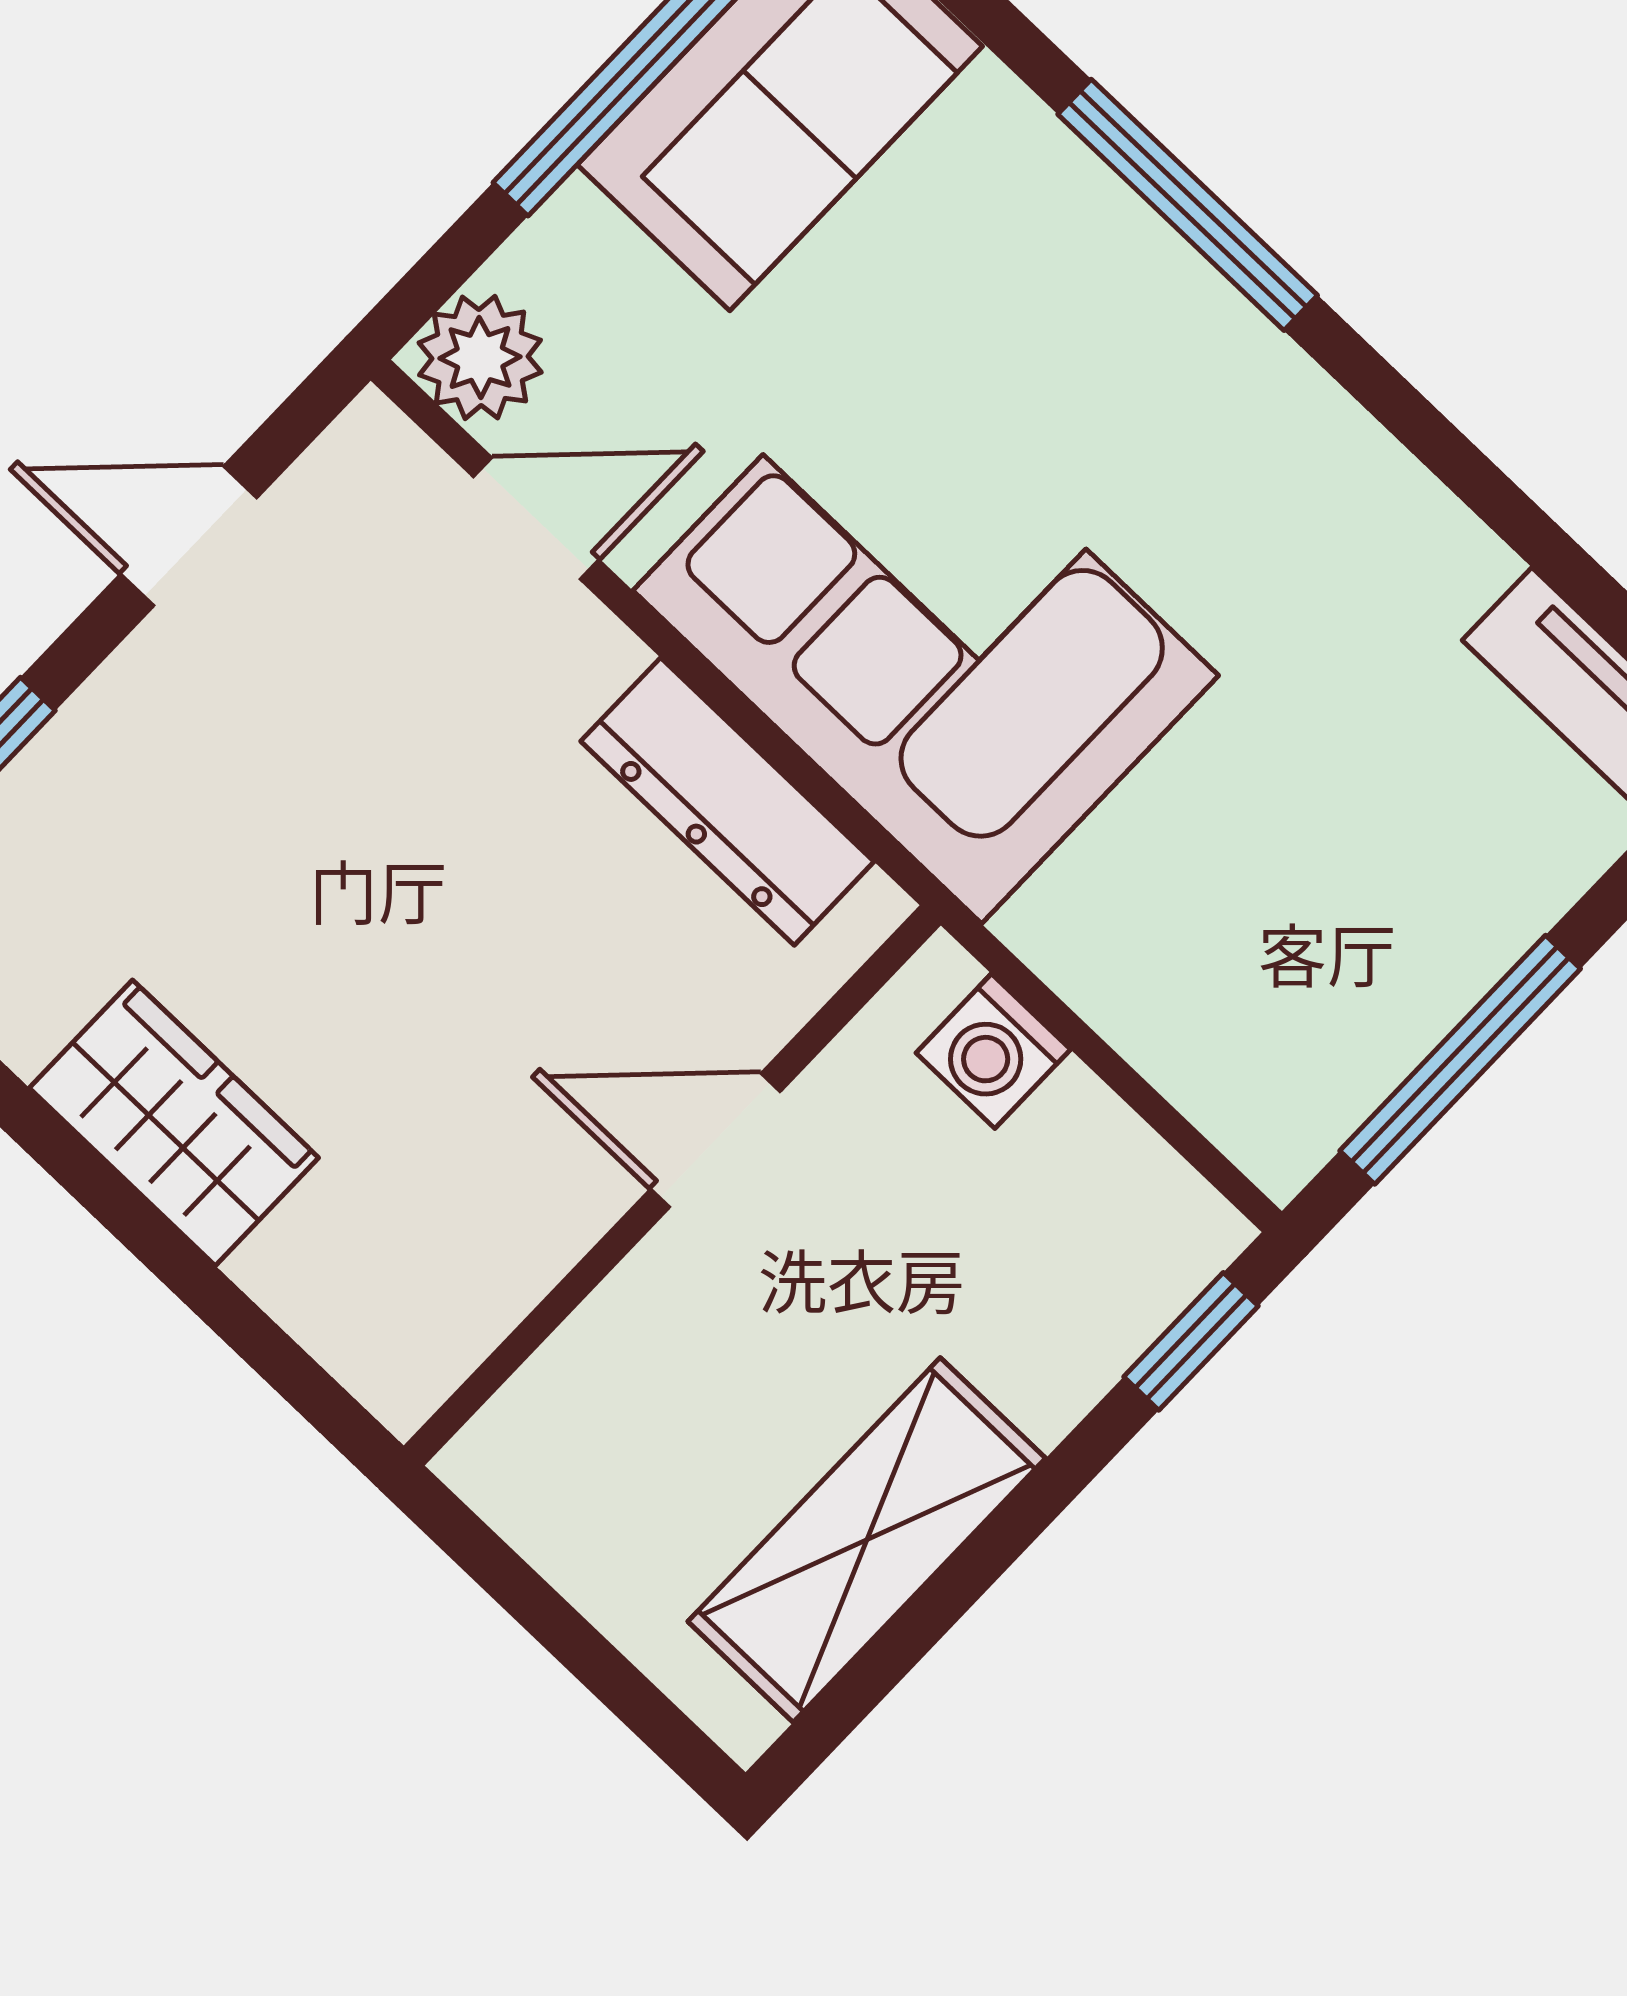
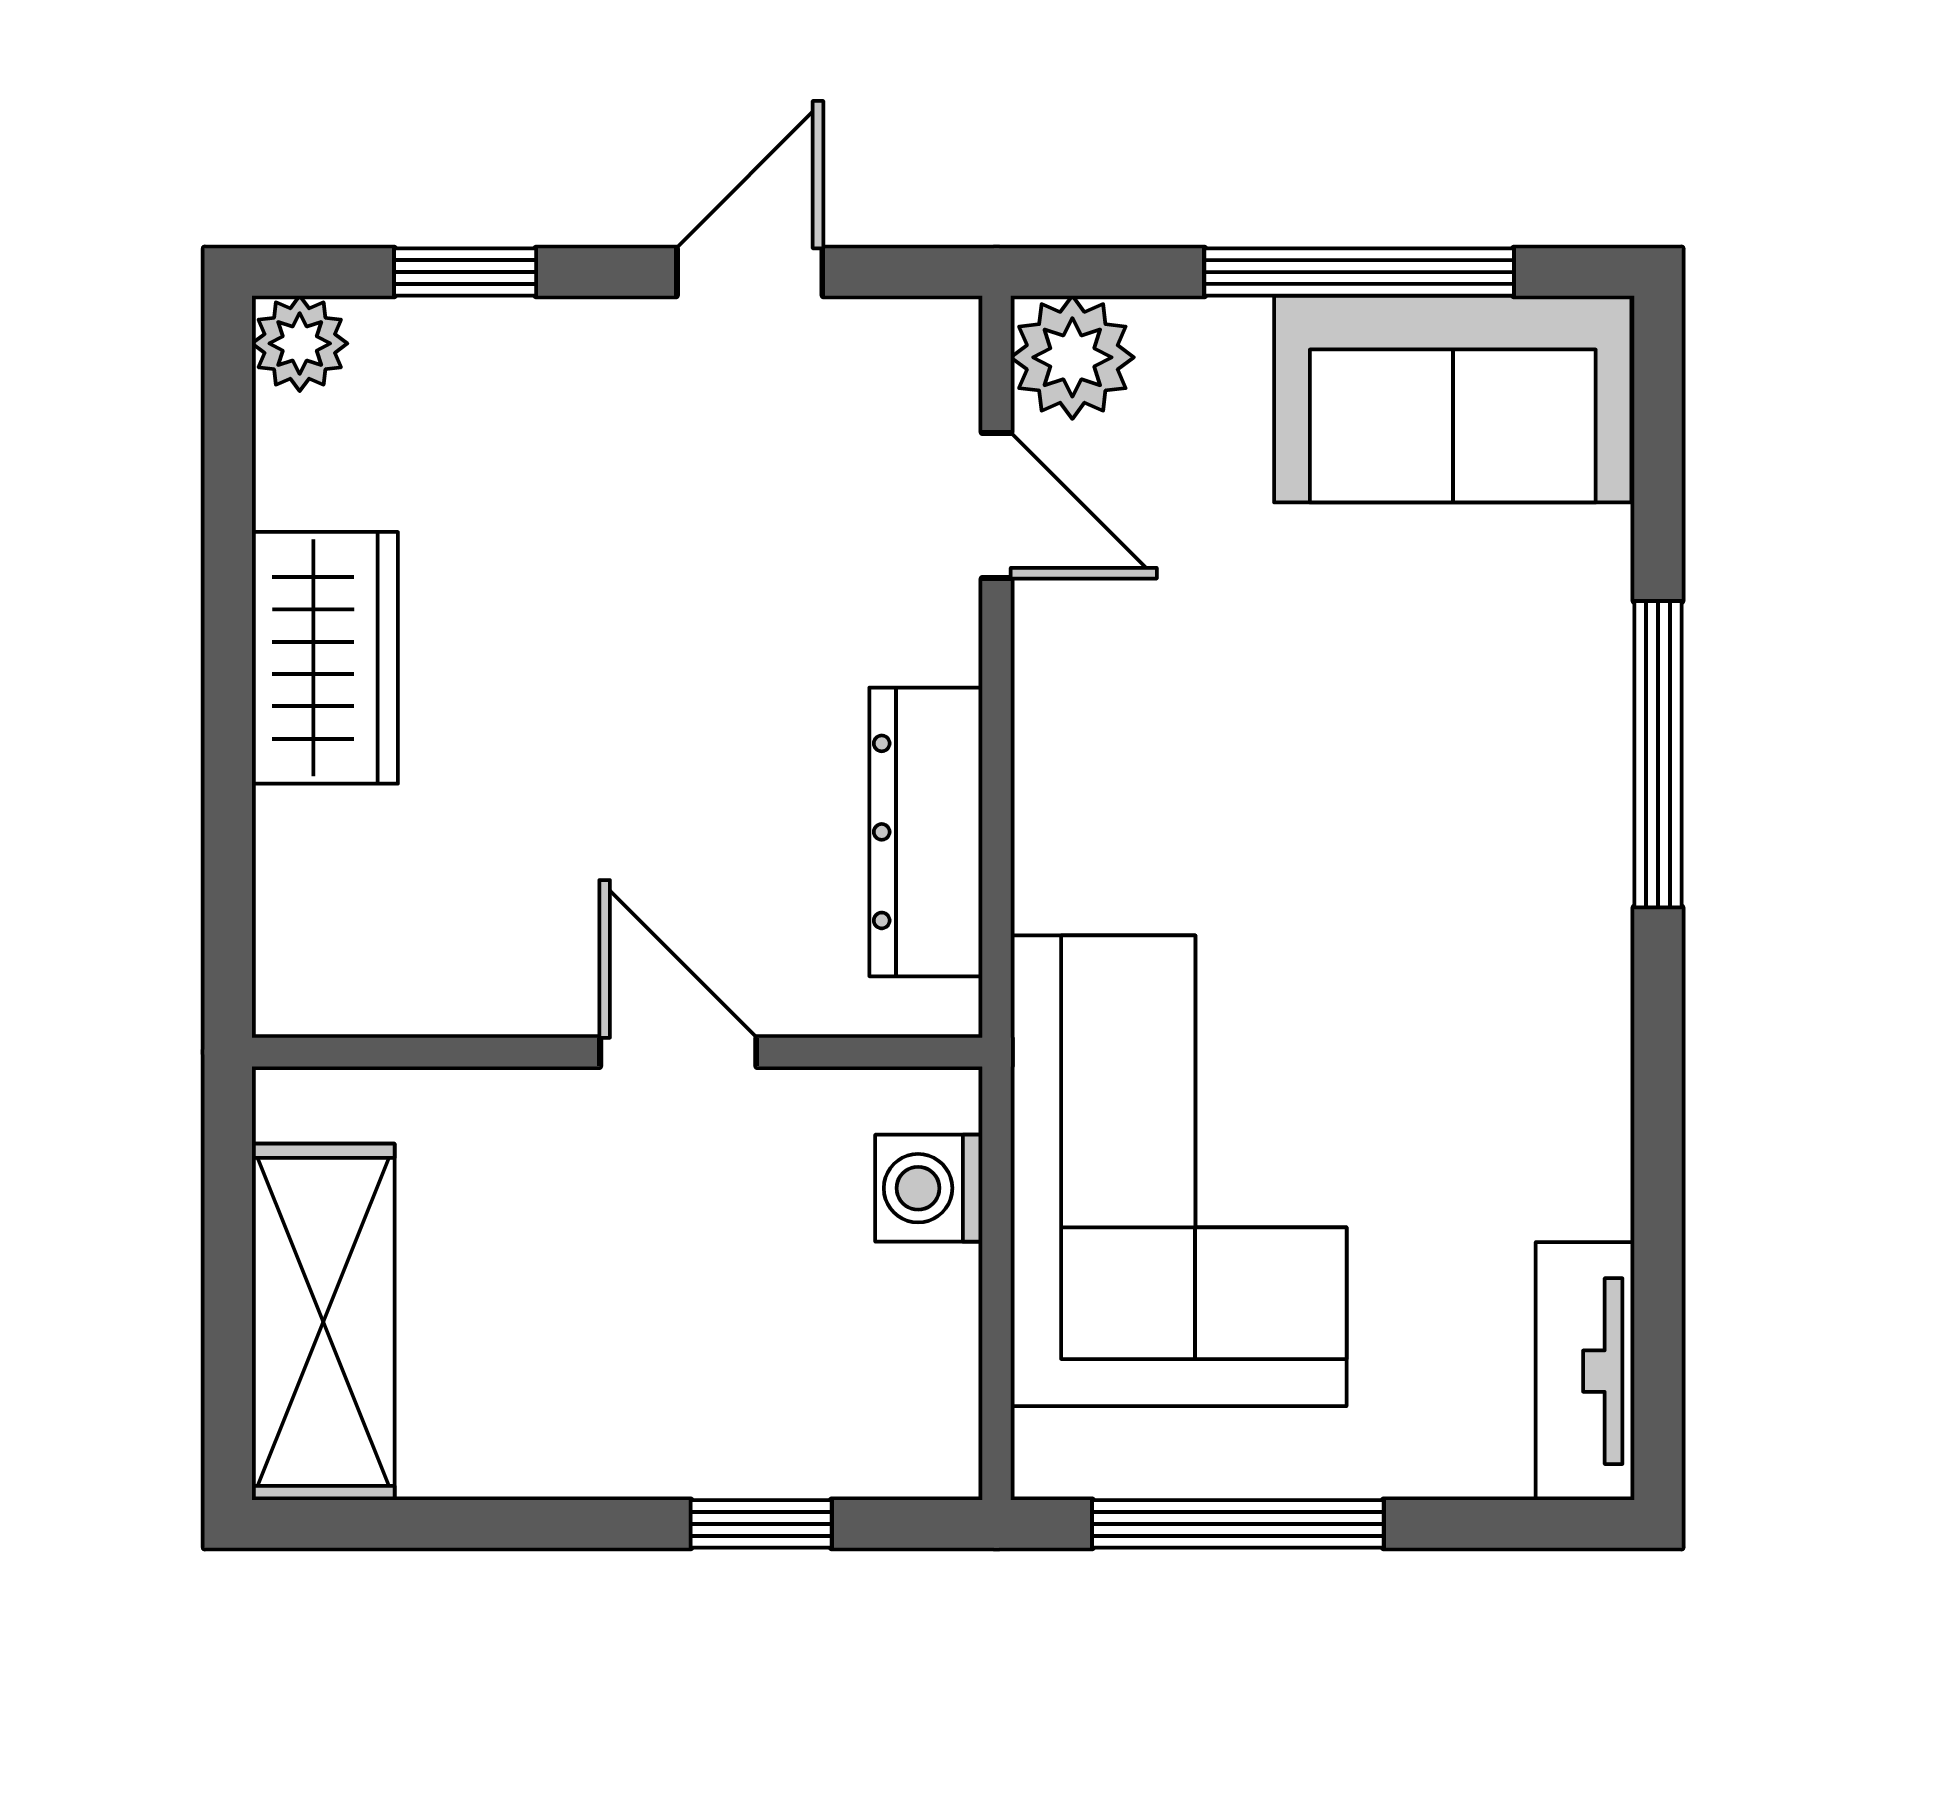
door: (189, 536) -> (750, 272), hinge flipped
corner sofa: (926, 633) -> (1179, 1171), moved
window: (1191, 1341) -> (761, 1524), moved
shelving: (867, 1540) -> (323, 1322), moved, turned 90

